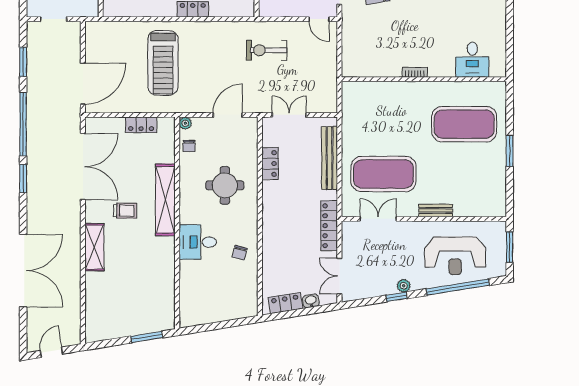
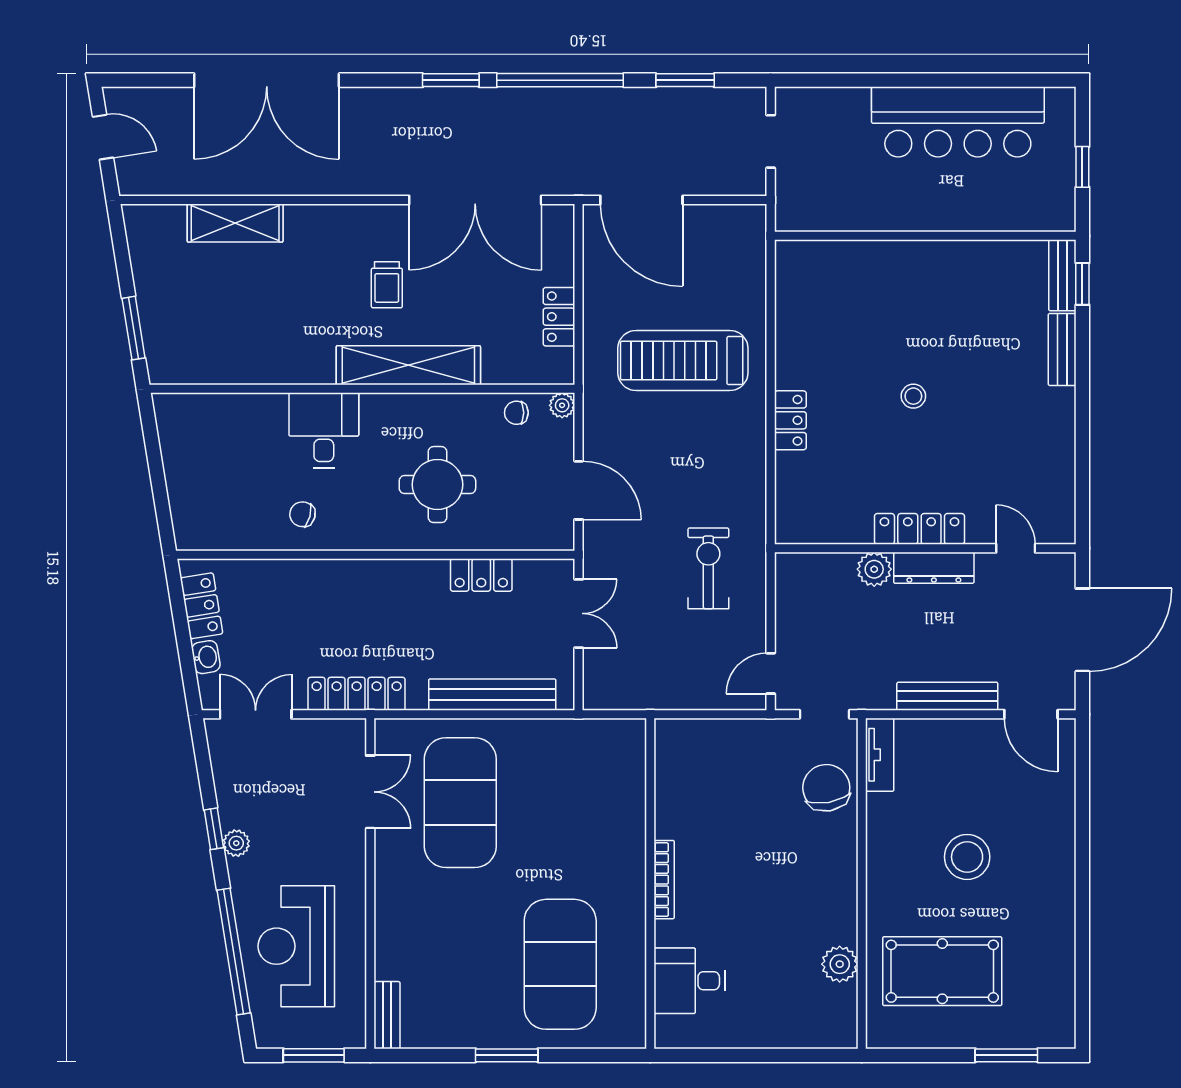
bookcase: (415, 72) -> (664, 880), width x1.56
bench: (436, 211) -> (387, 1015), moved
shelving: (94, 247) -> (235, 223), moved

